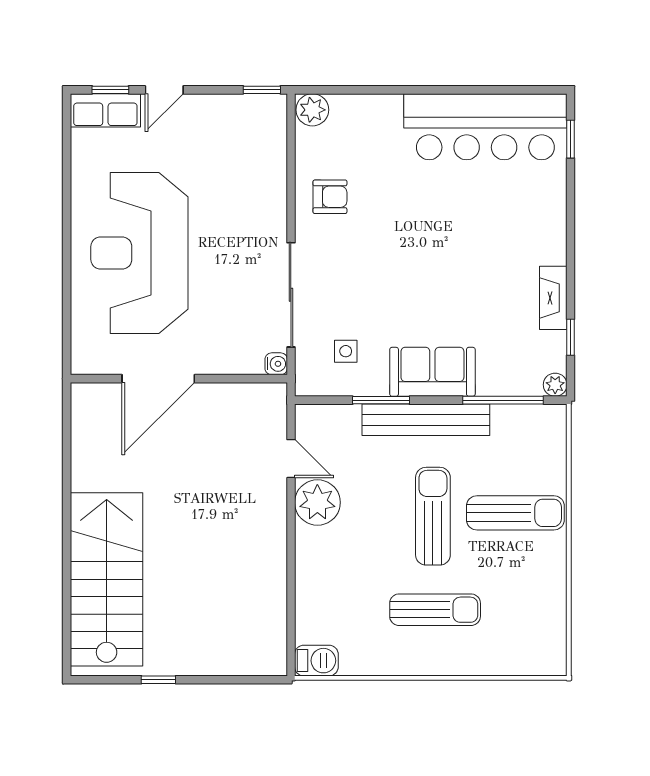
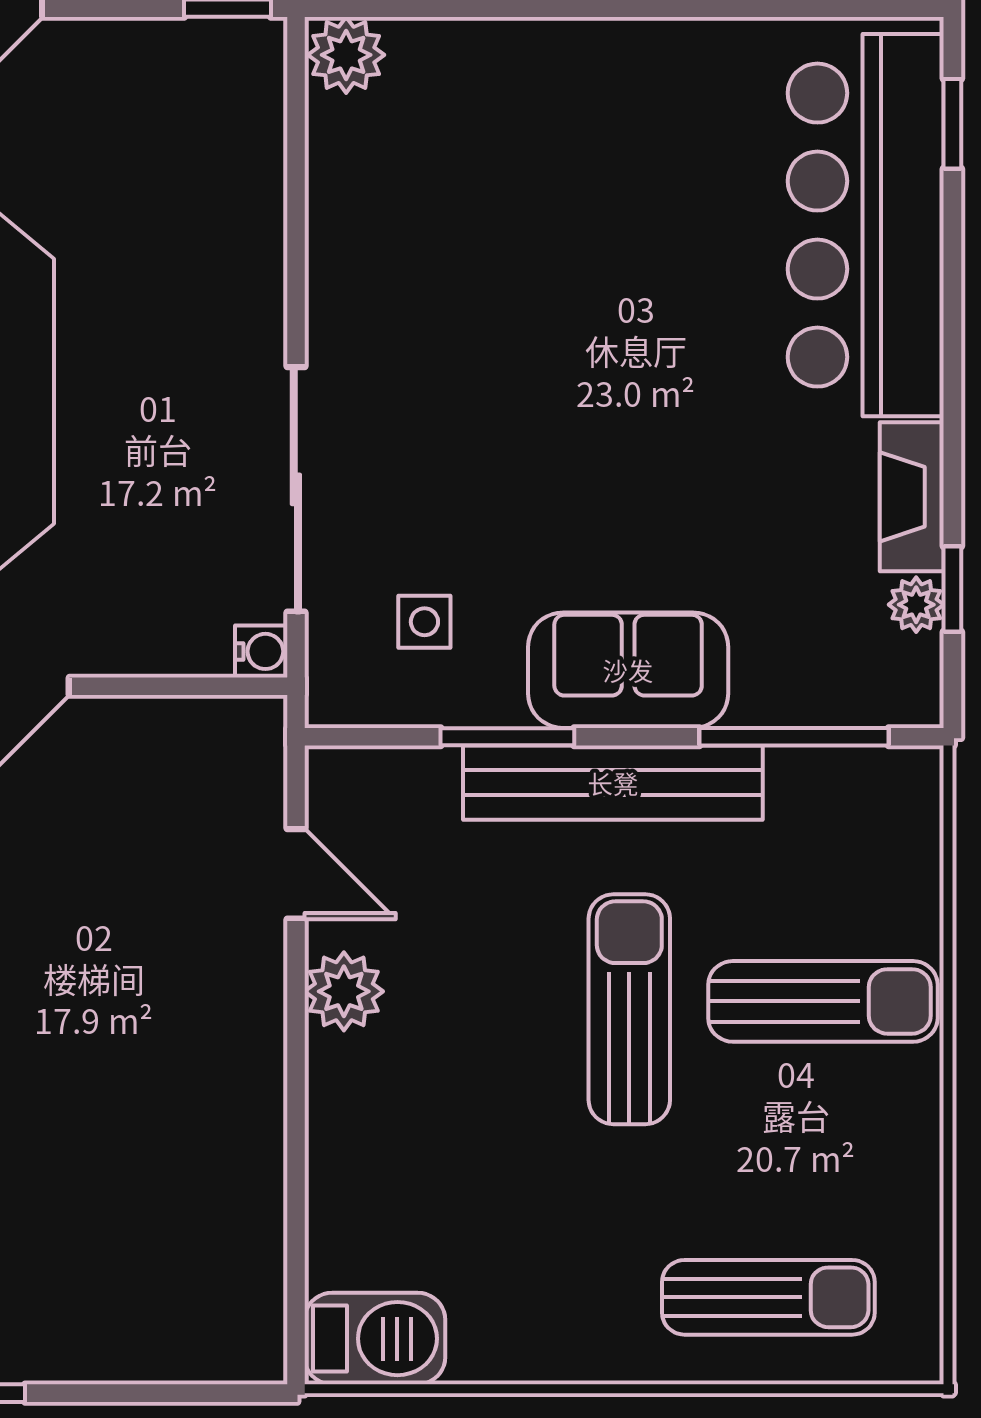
bar counter: (485, 127) -> (866, 225), moved, turned 90
armchair: (330, 197) -> (387, 259), removed
plant: (555, 385) -> (916, 605), moved
plant: (317, 502) -> (344, 991), width x0.73, depth x0.73
sun lounger: (435, 610) -> (768, 1297), moved
barbecue: (316, 661) -> (375, 1339), width x1.38, depth x1.27

